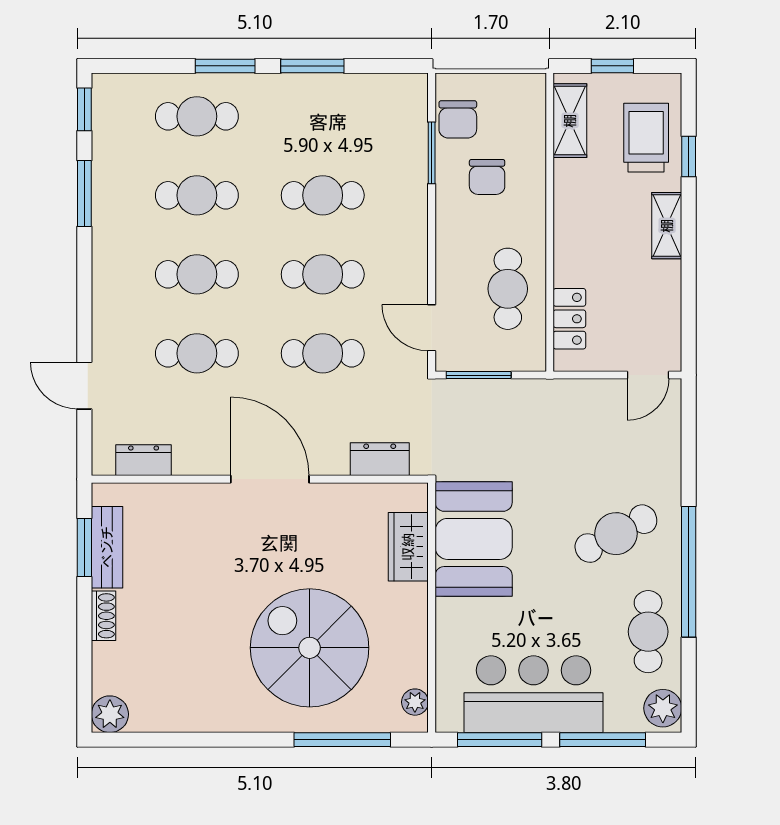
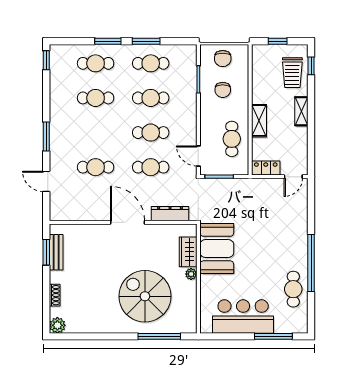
chair: (458, 119) -> (223, 59), moved
shelving: (570, 121) -> (259, 121), moved
trolley: (646, 138) -> (292, 73), turned 180
window: (689, 157) -> (311, 66), moved
window: (84, 194) -> (46, 137), moved
cafe table: (197, 274) -> (151, 63), moved
locker: (569, 319) -> (266, 168), moved, turned -90
dresser: (380, 459) -> (170, 214), width x1.44
dresser: (144, 460) -> (72, 214), removed
cafe table: (616, 534) -> (279, 246), removed
shoe rack: (103, 616) -> (55, 295), moved
plant: (415, 702) -> (191, 274), moved
plant: (663, 708) -> (300, 323), removed
window: (500, 740) -> (228, 336), removed

